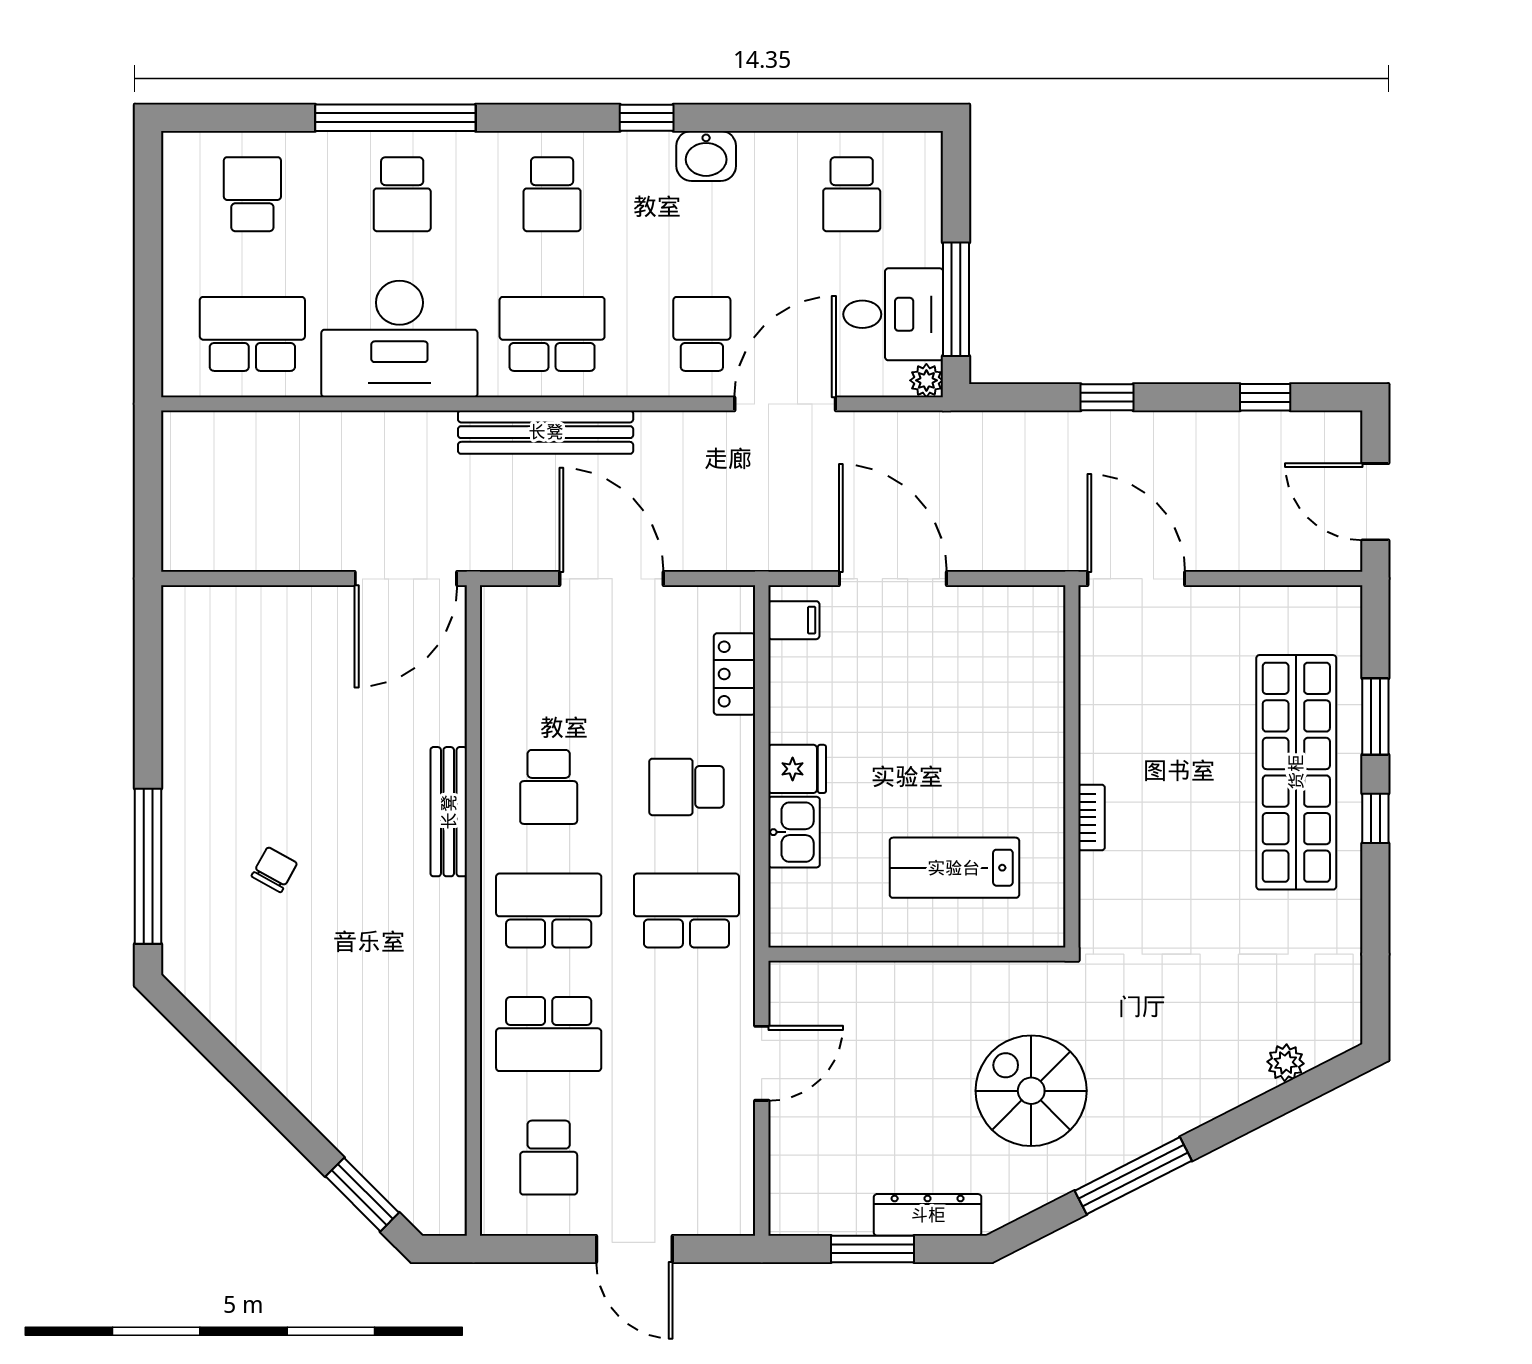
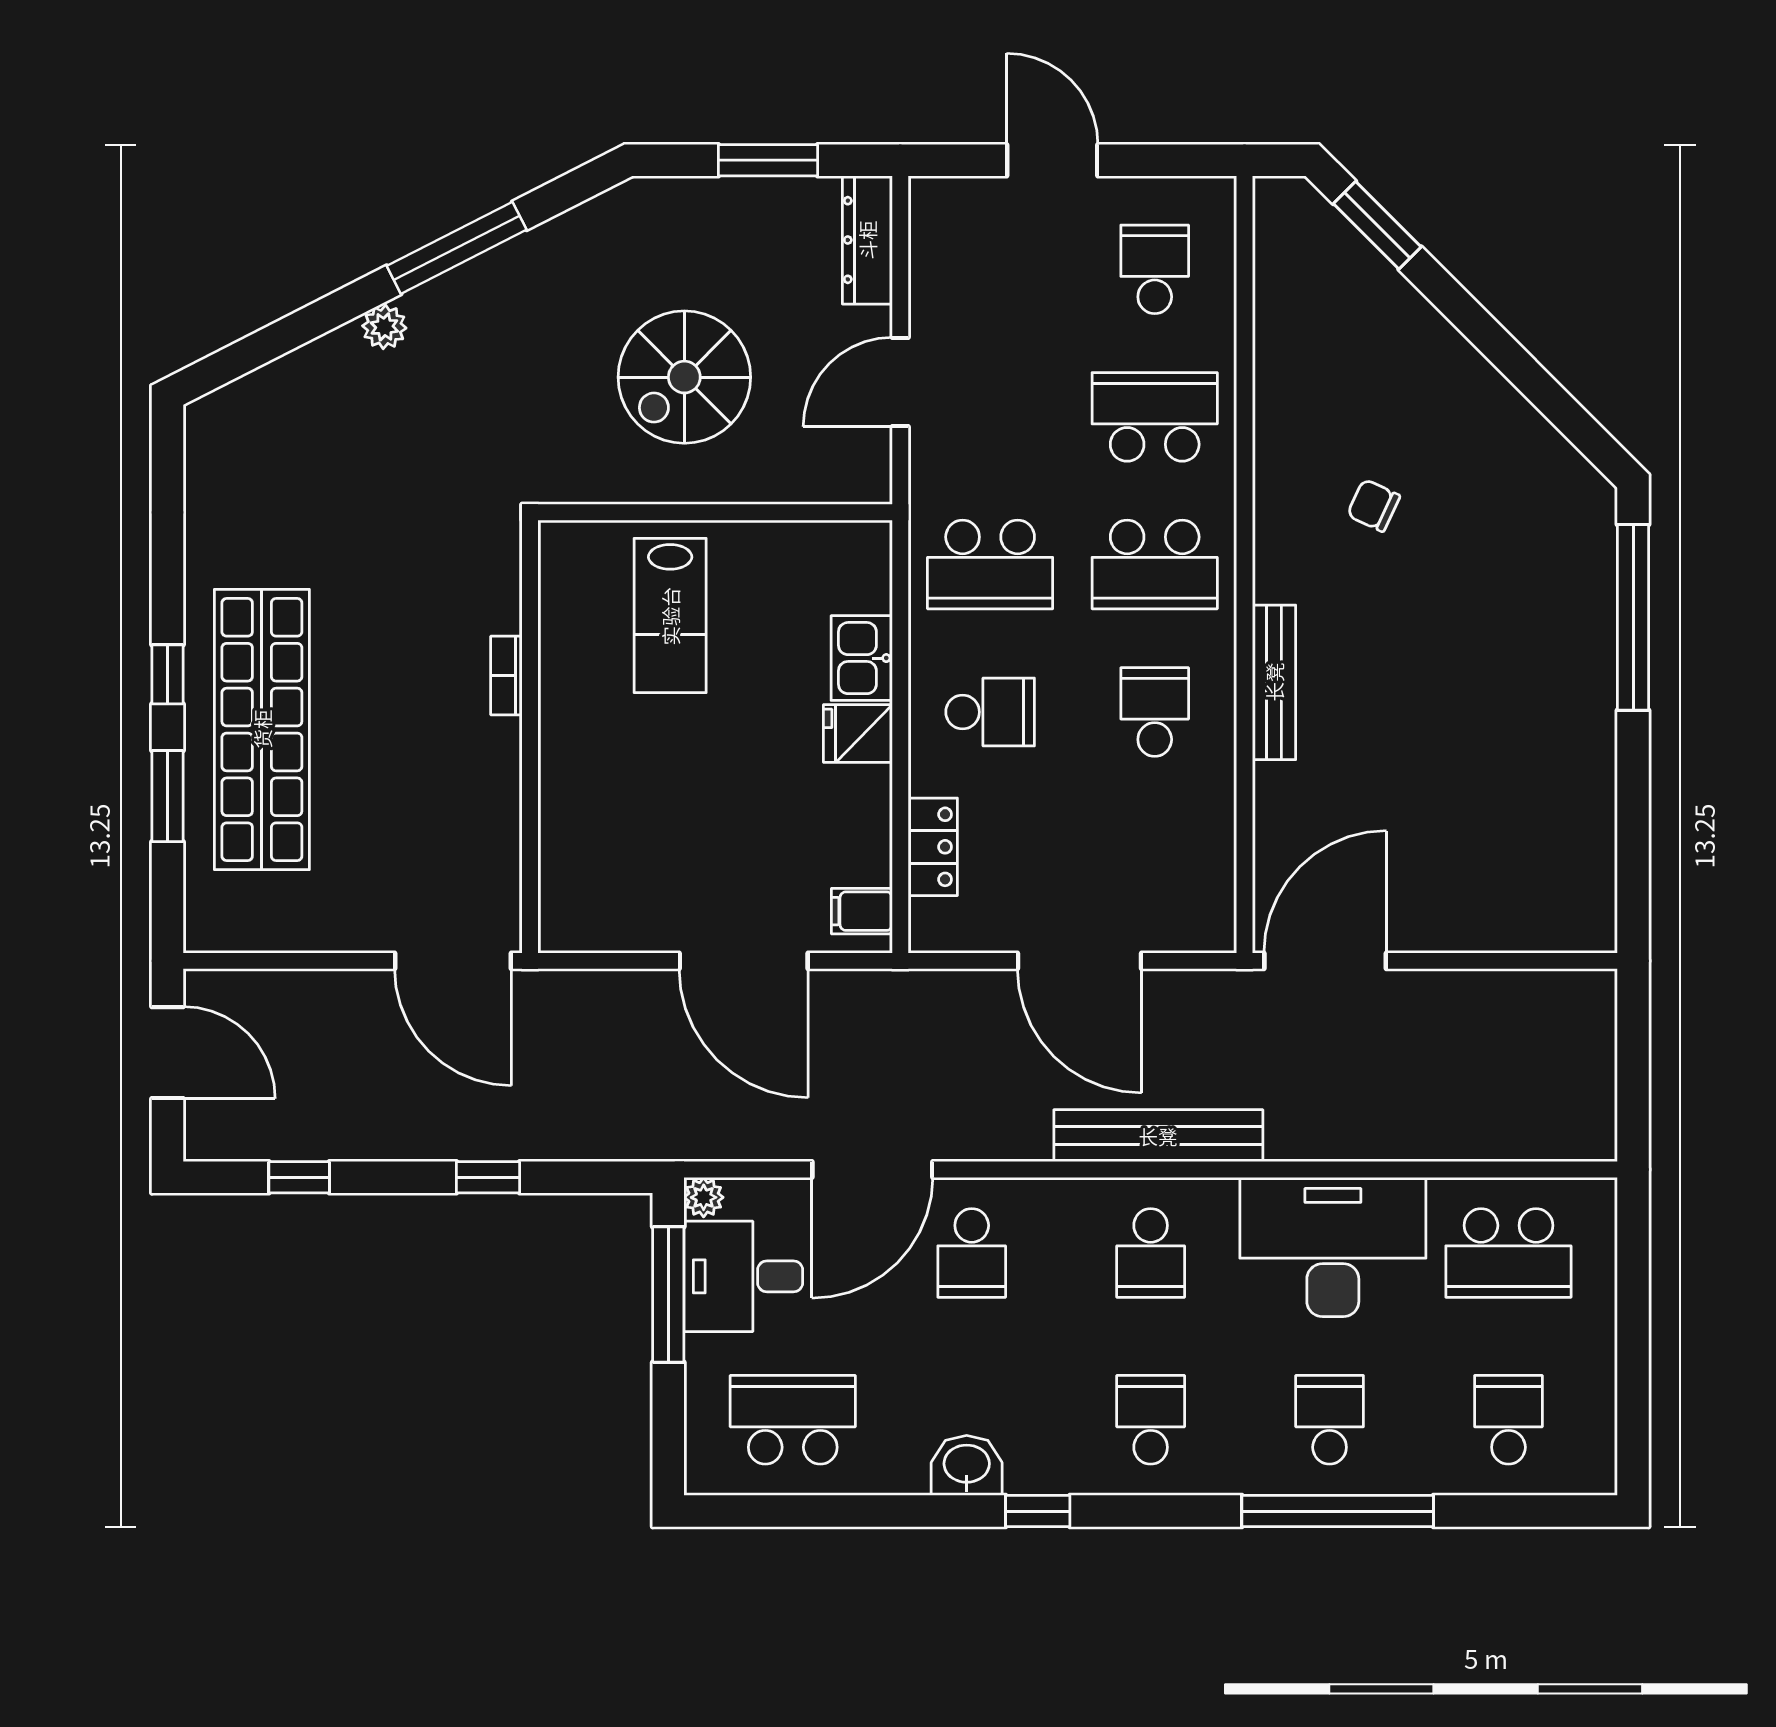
school desk: (252, 194) -> (1508, 1420), turned 180
school desk: (852, 194) -> (793, 1420), width x1.85
school desk: (552, 334) -> (1151, 1253), width x0.54
lab bench: (954, 868) -> (670, 616), turned 90
chair: (274, 870) -> (1374, 505), moved, turned 86
plant: (1286, 1063) -> (384, 327), moved
spiral stairs: (1031, 1091) -> (684, 377), moved, turned 90
dresser: (928, 1215) -> (867, 240), moved, turned 90

